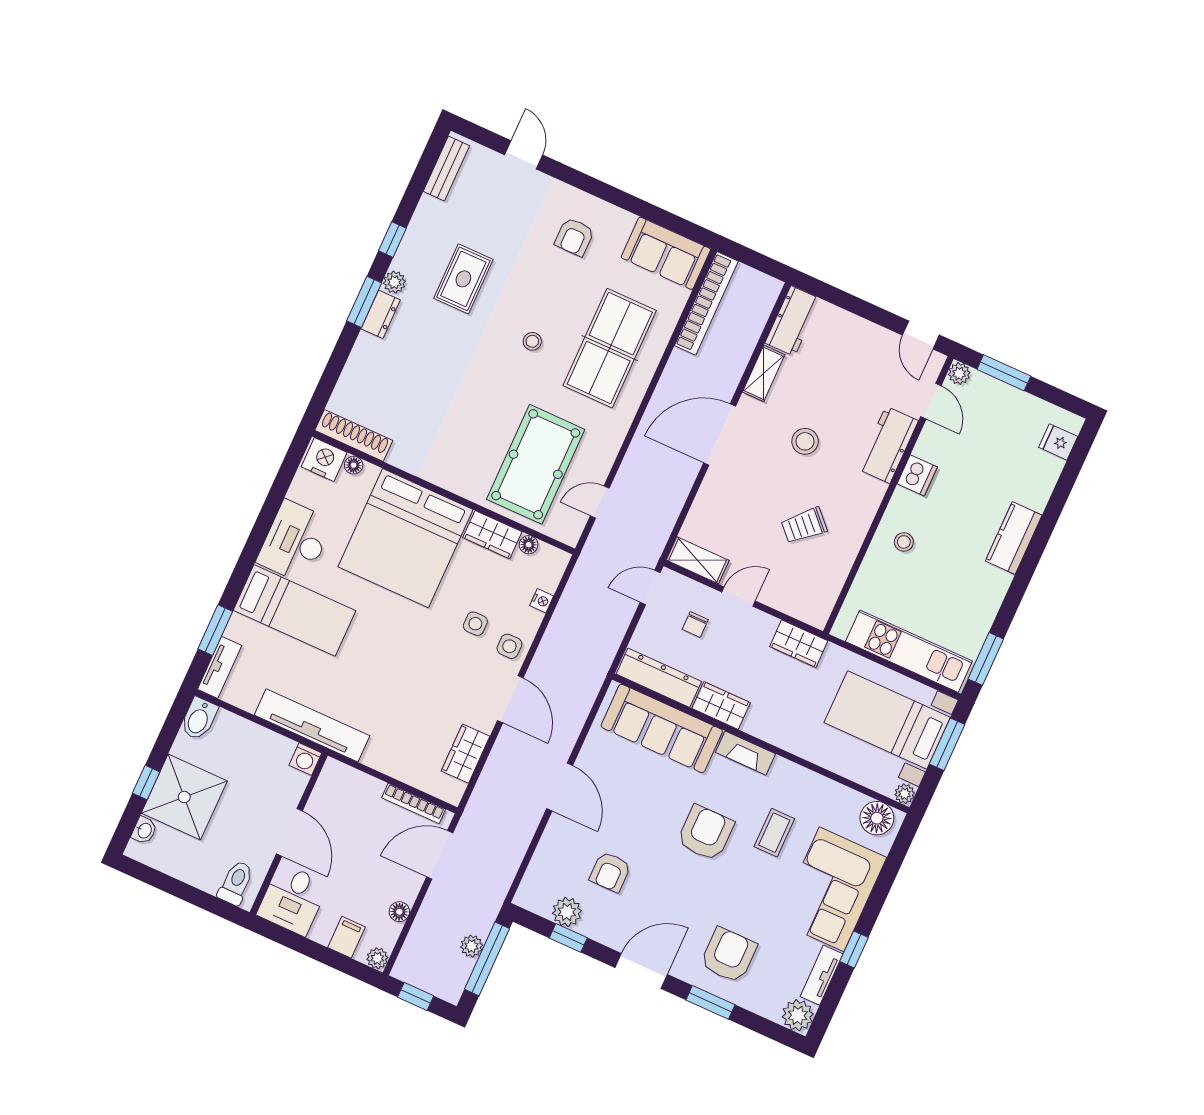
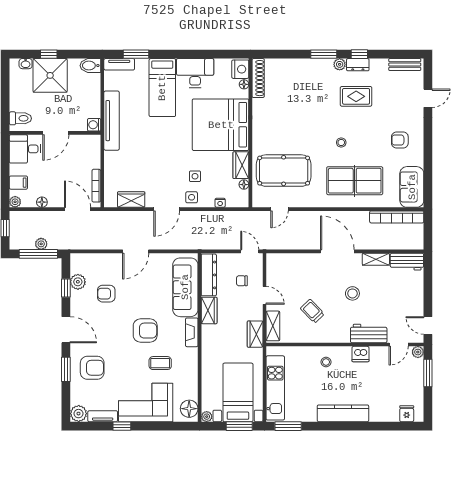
dresser: (381, 314) -> (358, 65), moved
door: (921, 335) -> (428, 325), hinge flipped
door: (600, 502) -> (279, 209), swing flipped
kitchen counter: (1014, 538) -> (343, 413), width x1.50
shelving: (698, 560) -> (273, 326), moved

